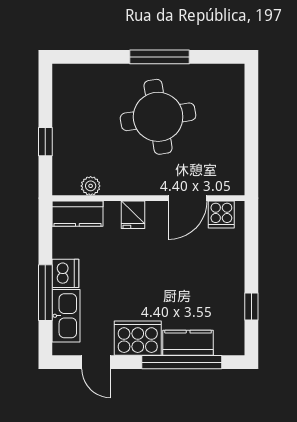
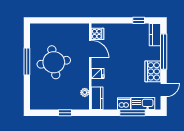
kitchen counter: (188, 343) -> (155, 35), moved

